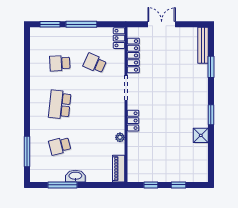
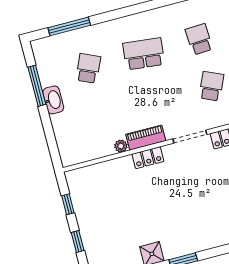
school desk: (60, 146) -> (88, 68), turned 39
piano: (119, 169) -> (146, 138), moved

